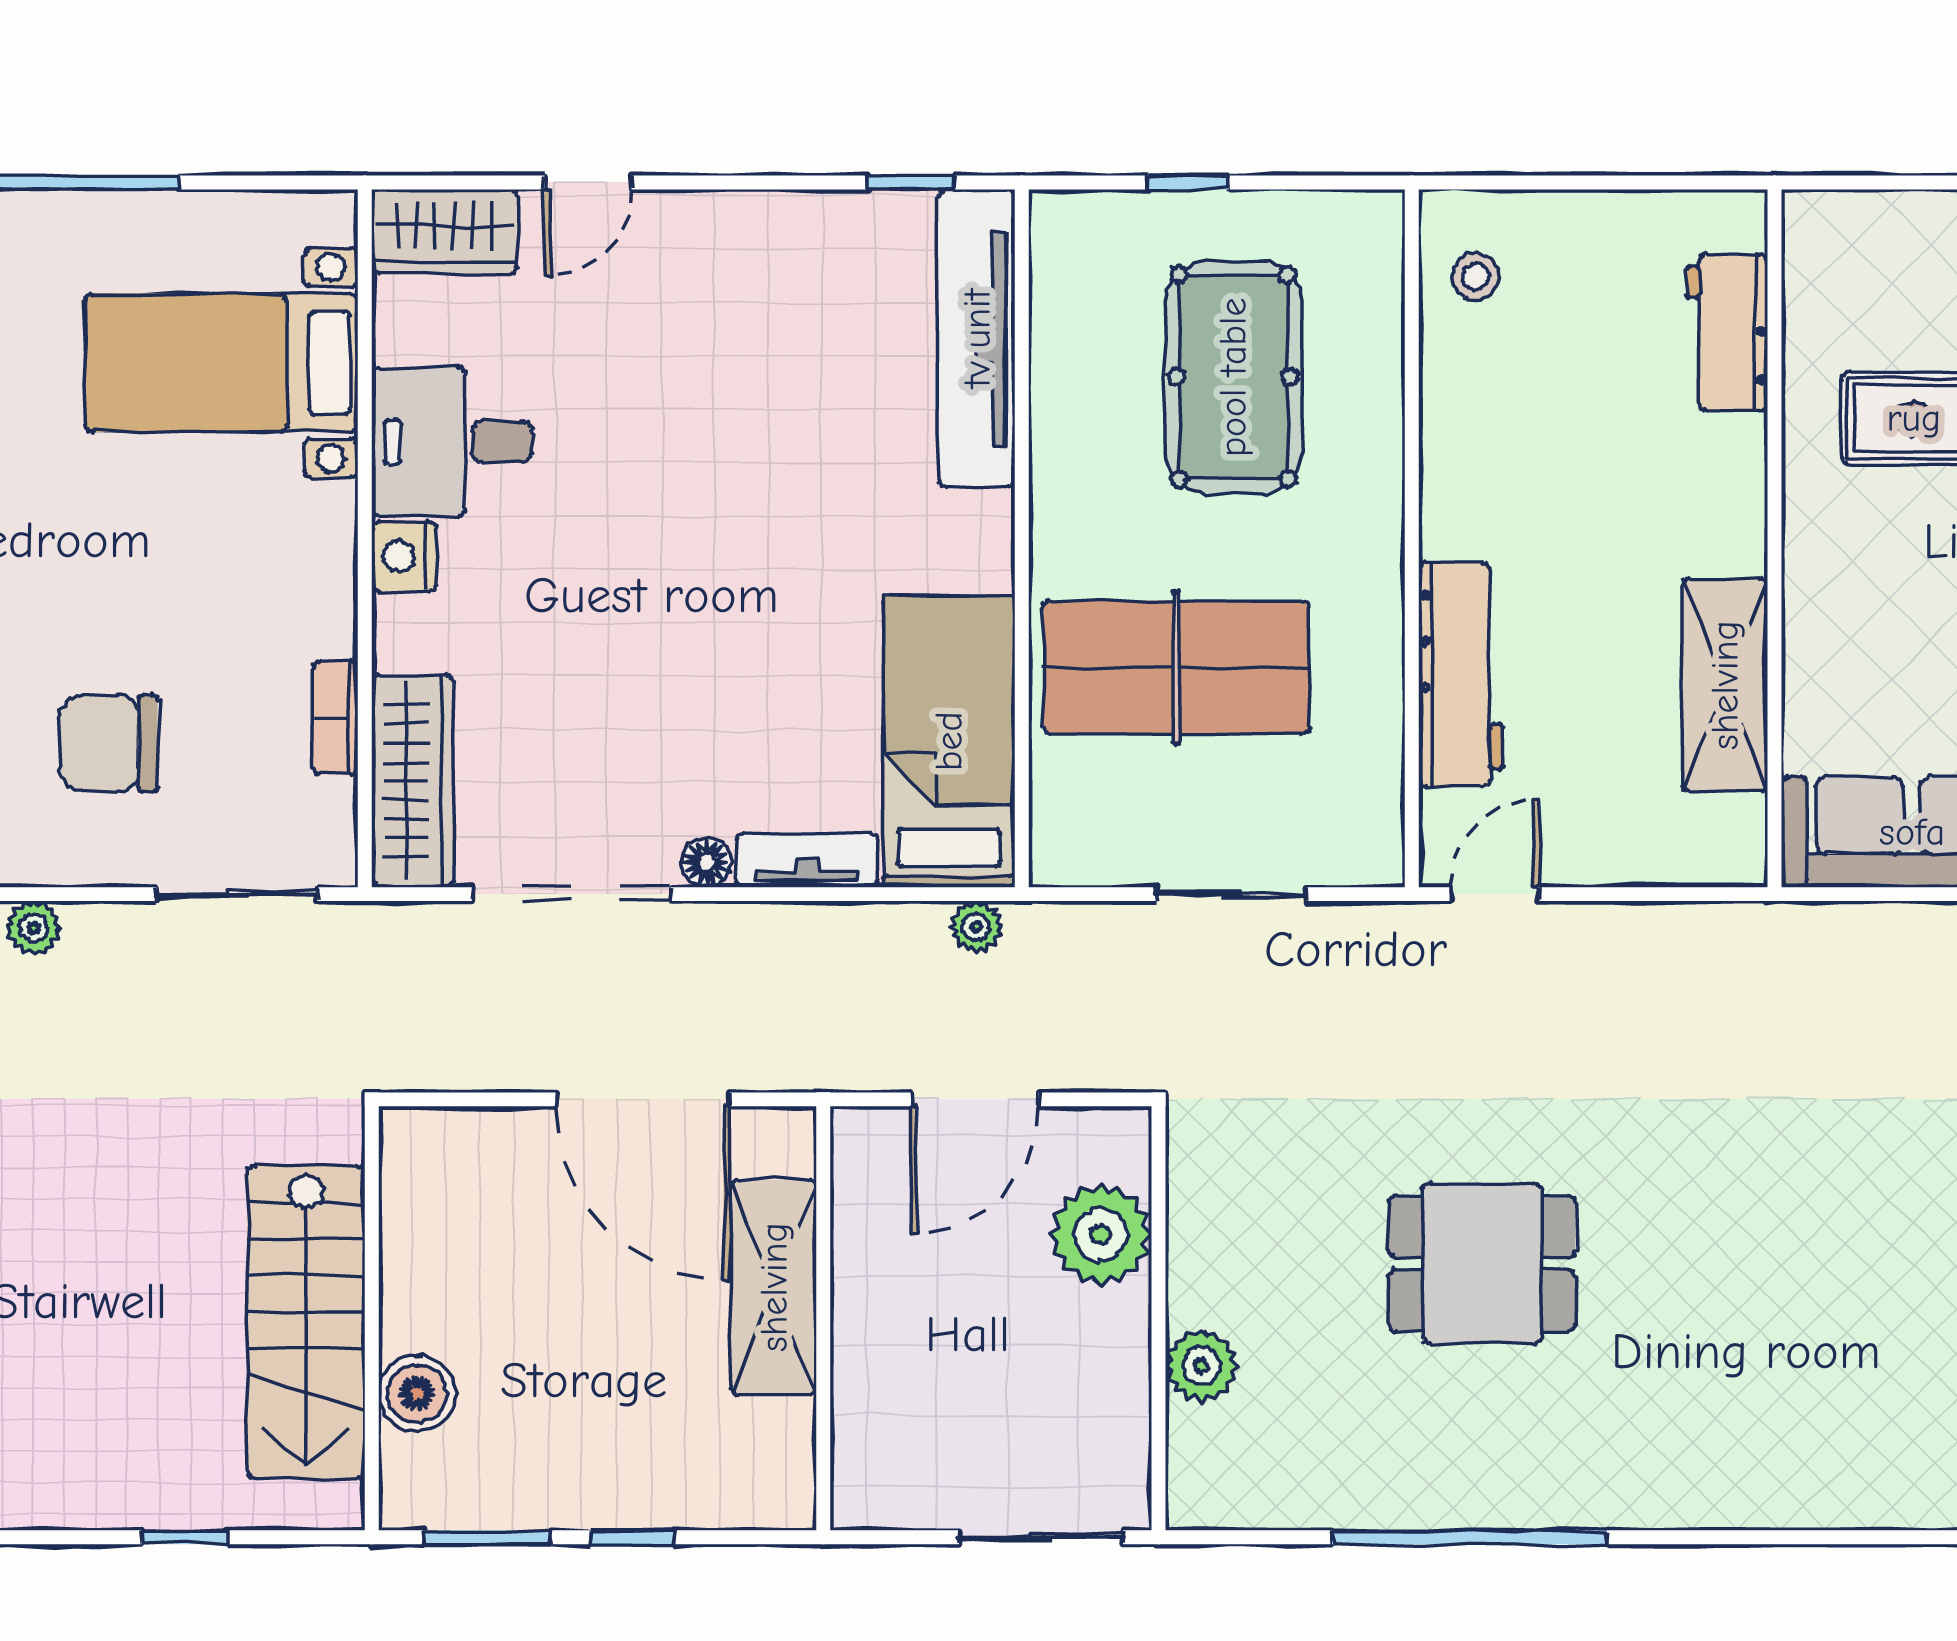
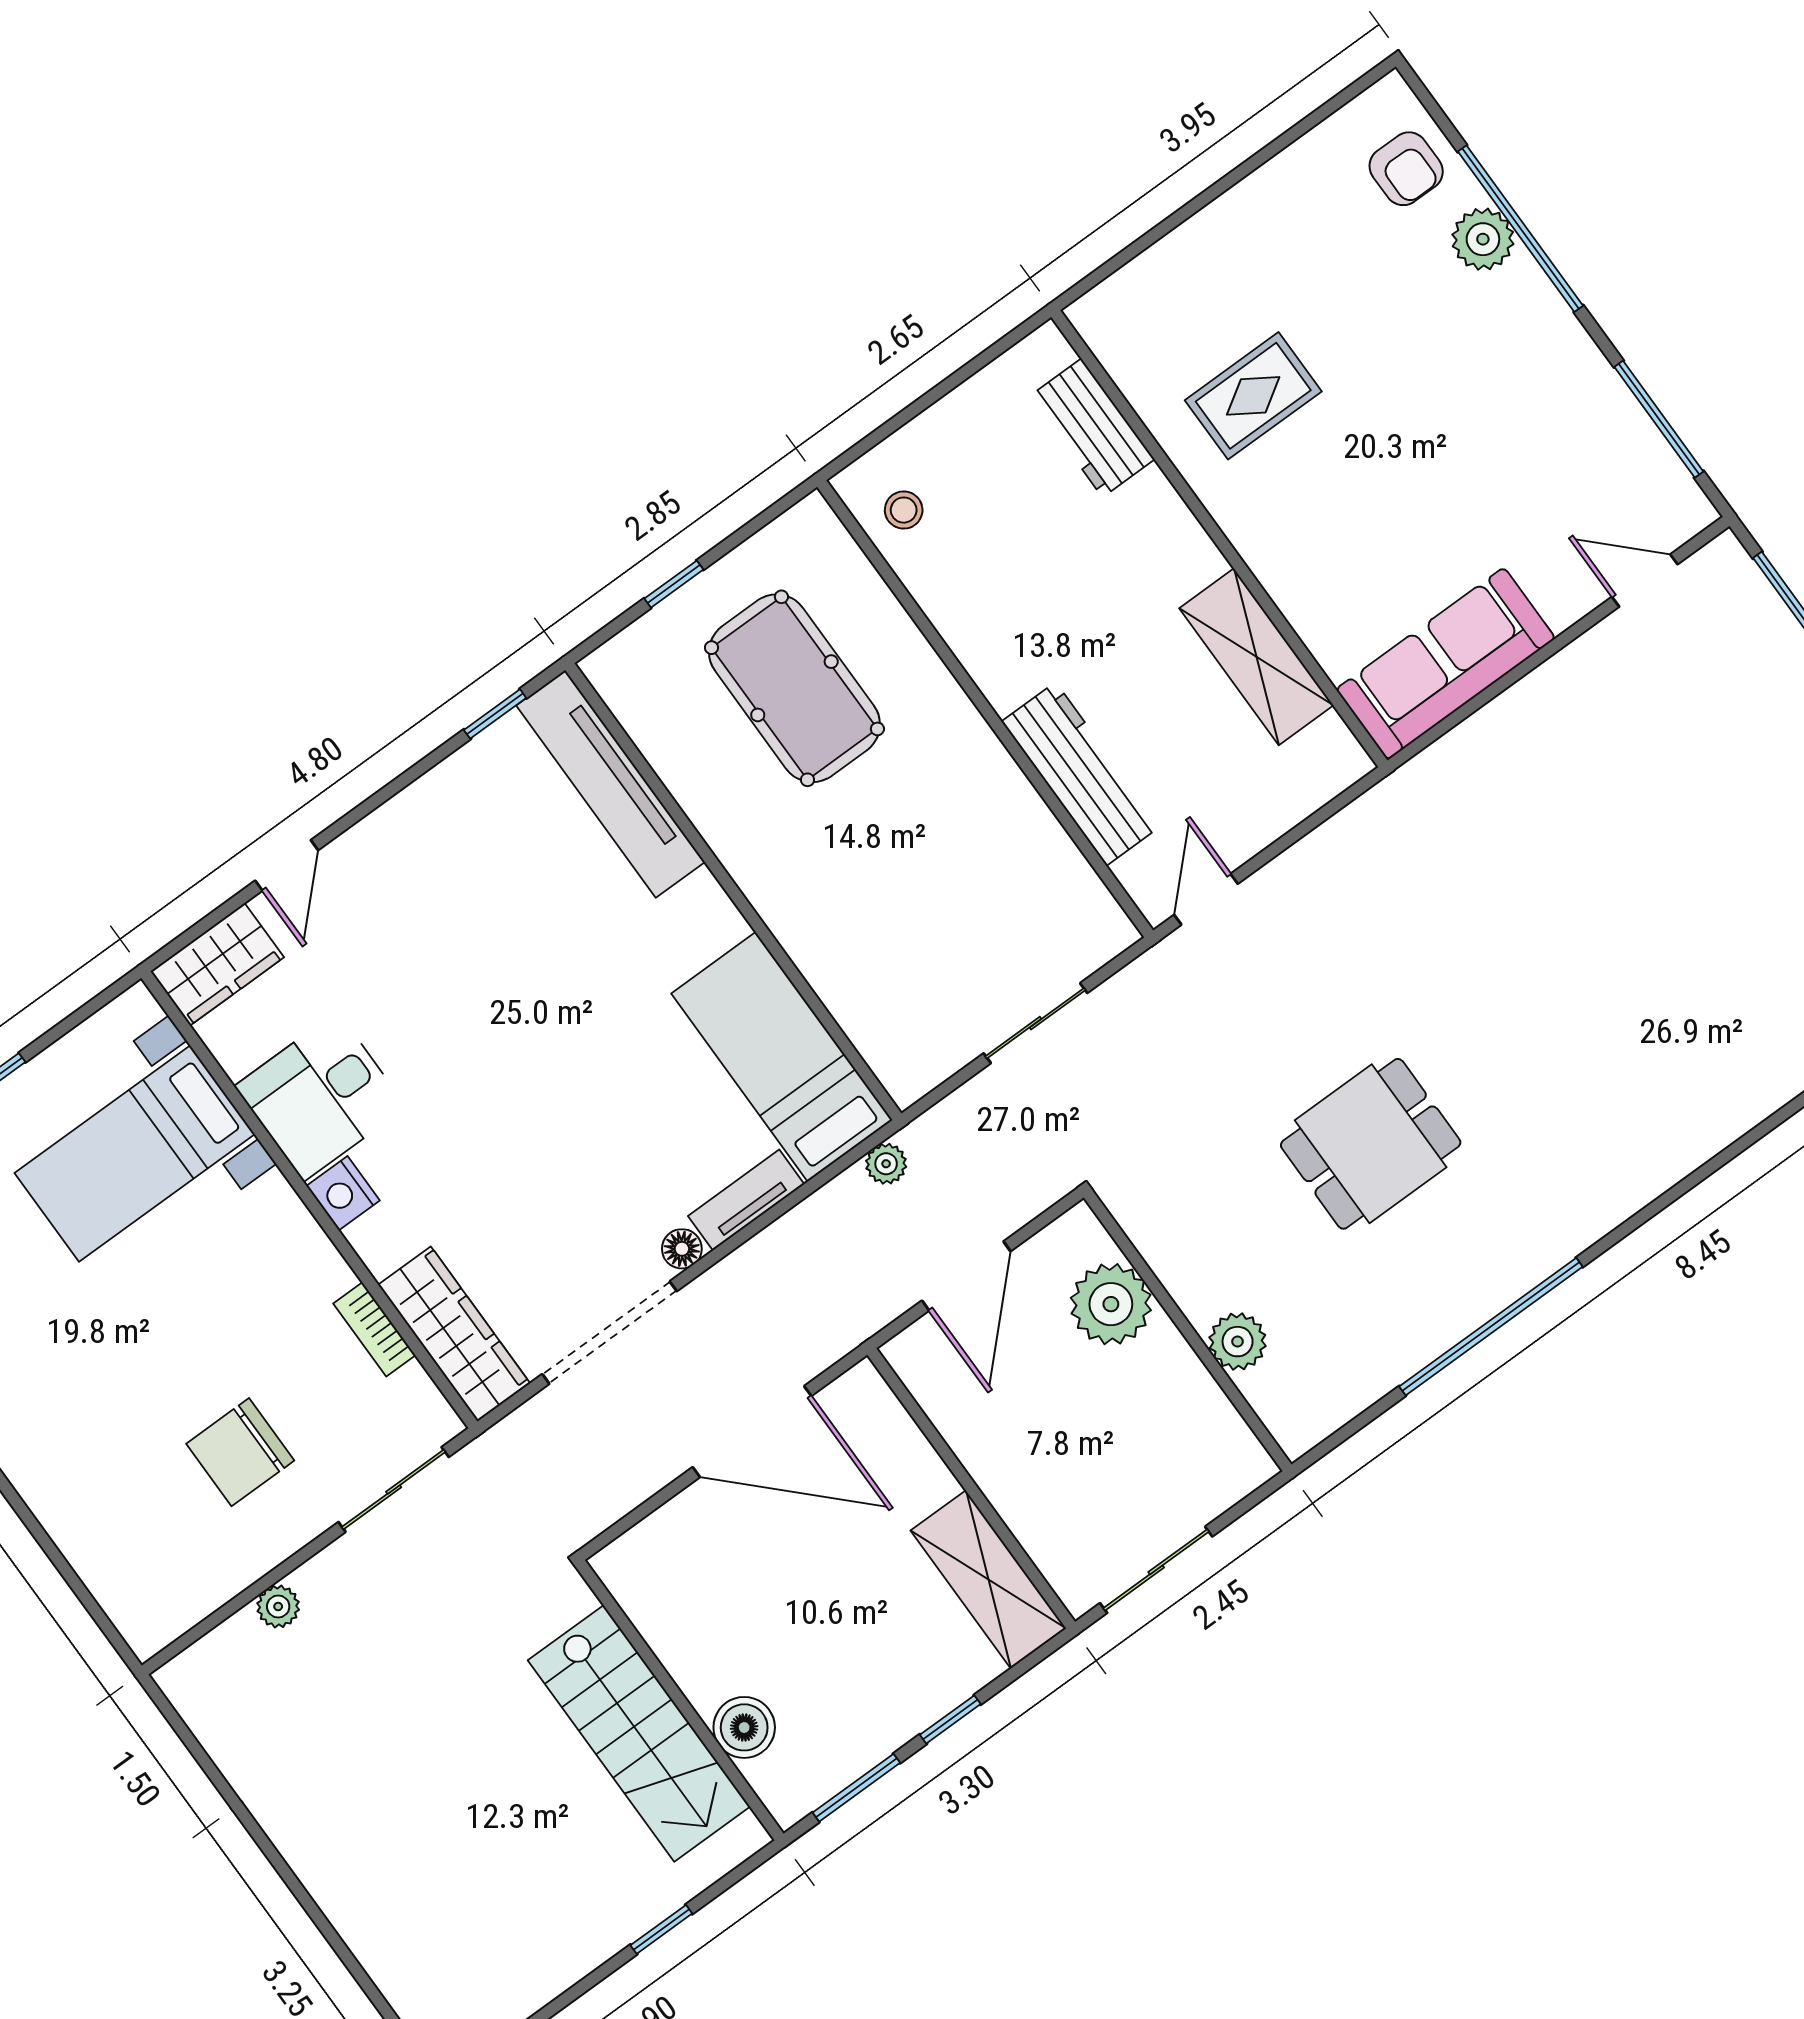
table tennis table: (1176, 668) -> (894, 903), removed
shelving: (774, 1287) -> (988, 1579), moved
sliding door: (1041, 1537) -> (1156, 1570), moved

